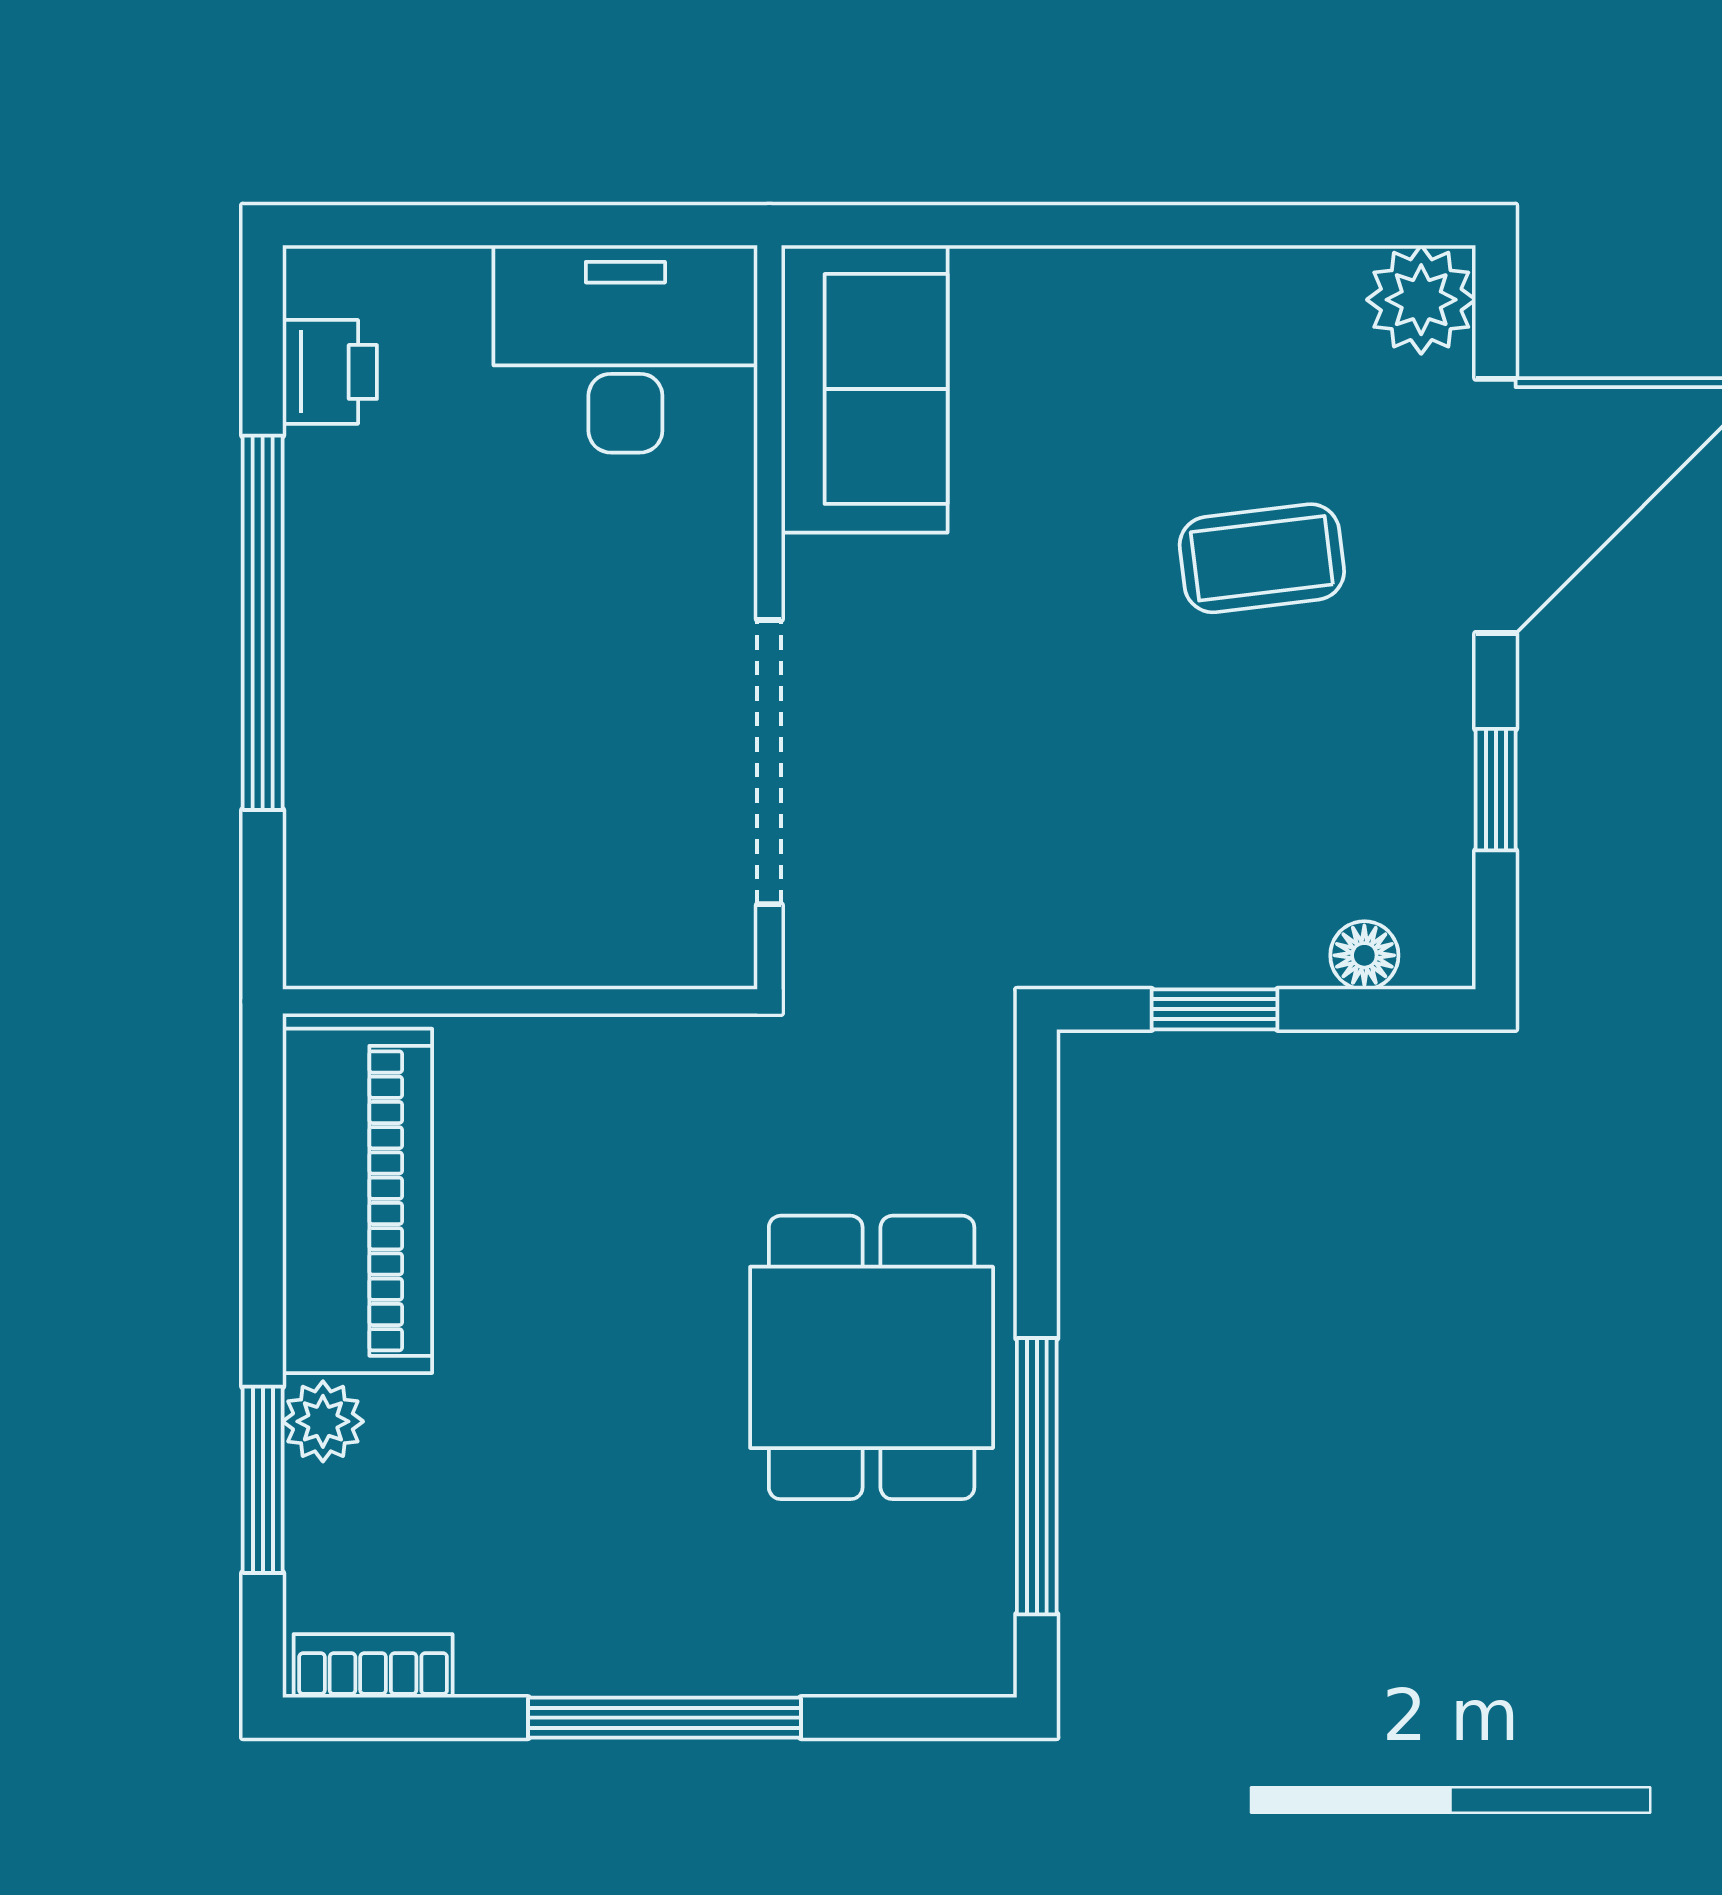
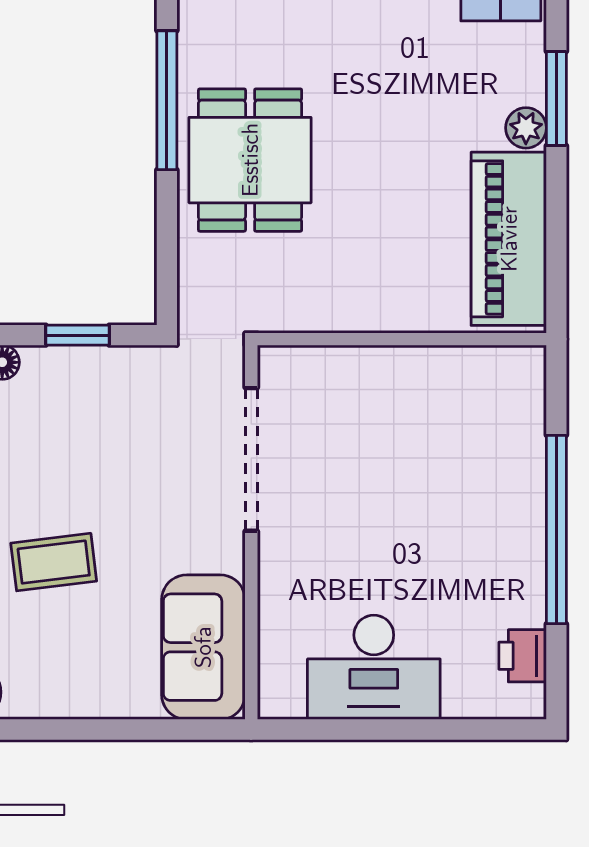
sofa: (864, 389) -> (203, 647), moved
wall: (769, 617) -> (251, 532), moved
doorway: (769, 762) -> (251, 459), moved

